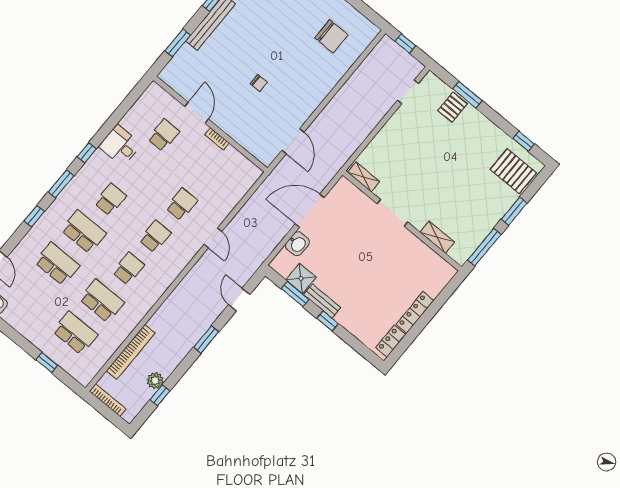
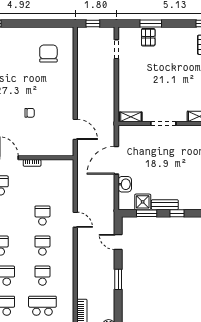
chair: (331, 36) -> (48, 54), turned -90

